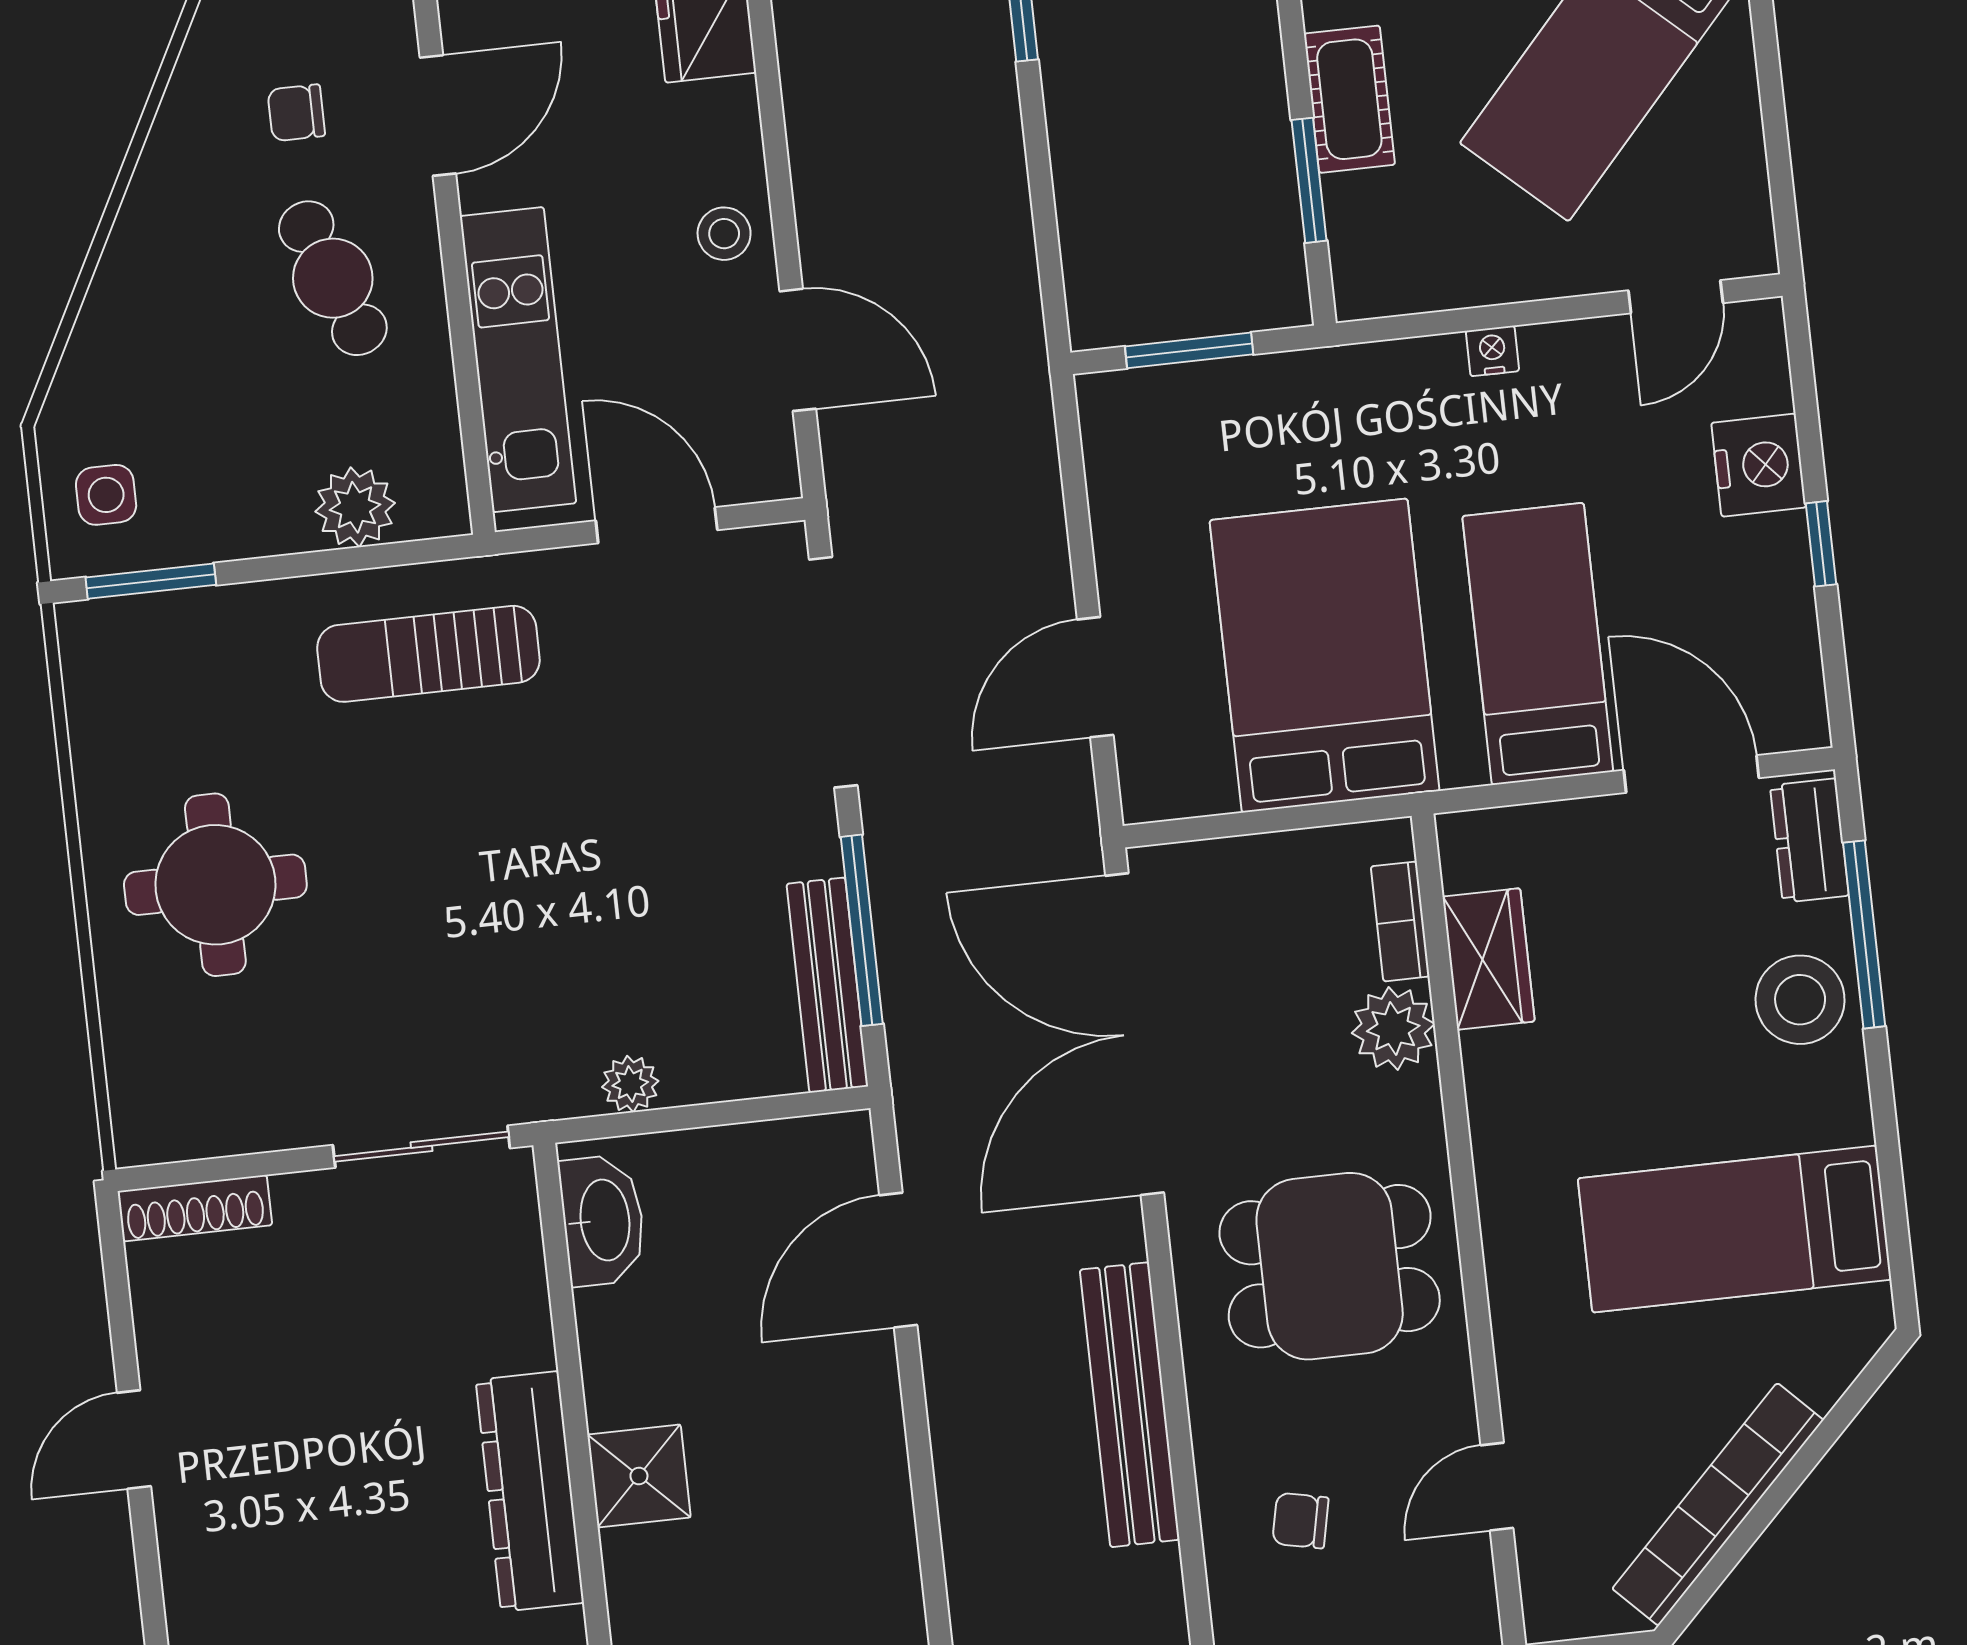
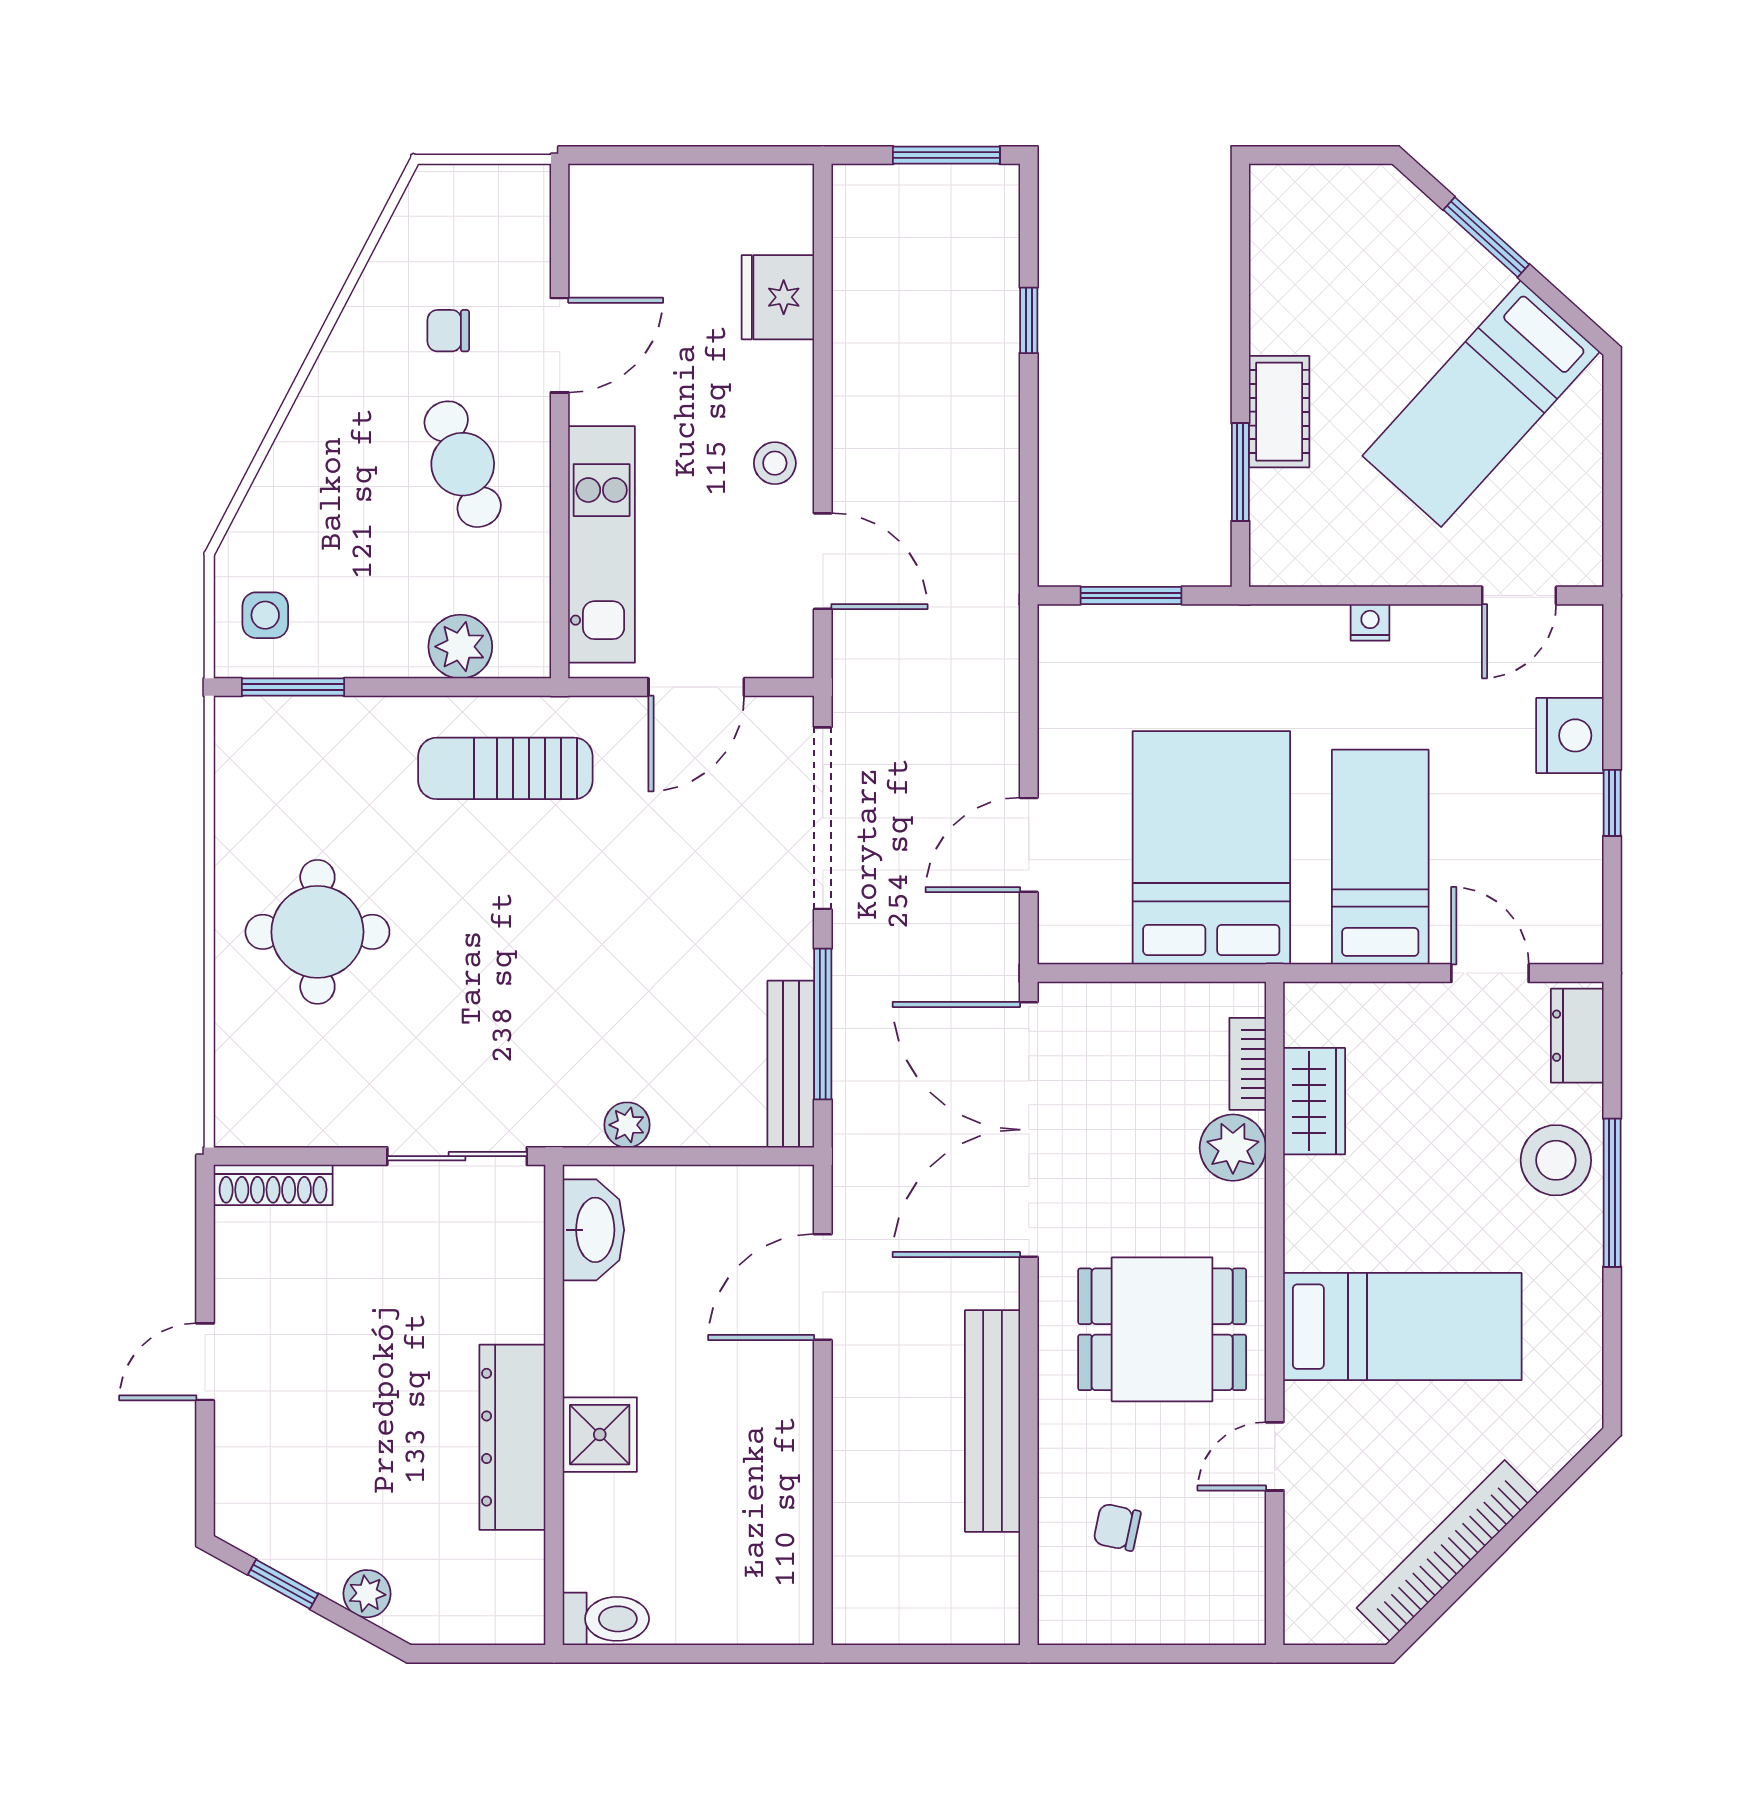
door: (657, 525) -> (696, 687), swing flipped
door: (1691, 774) -> (1490, 973), width x0.73
window: (1864, 934) -> (1612, 1193), moved
bed: (1735, 1229) -> (1402, 1327), moved, turned 180
door: (1497, 1487) -> (1275, 1456), moved

